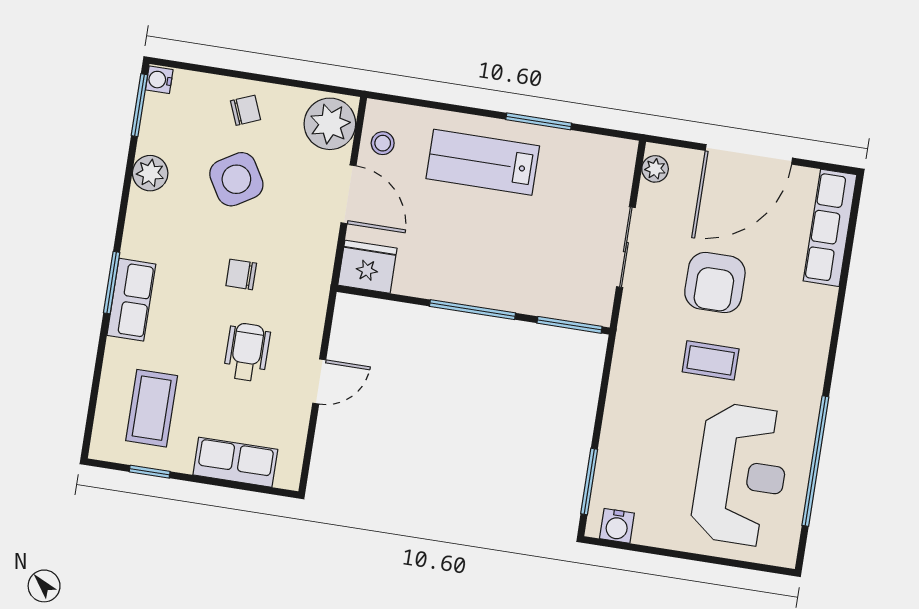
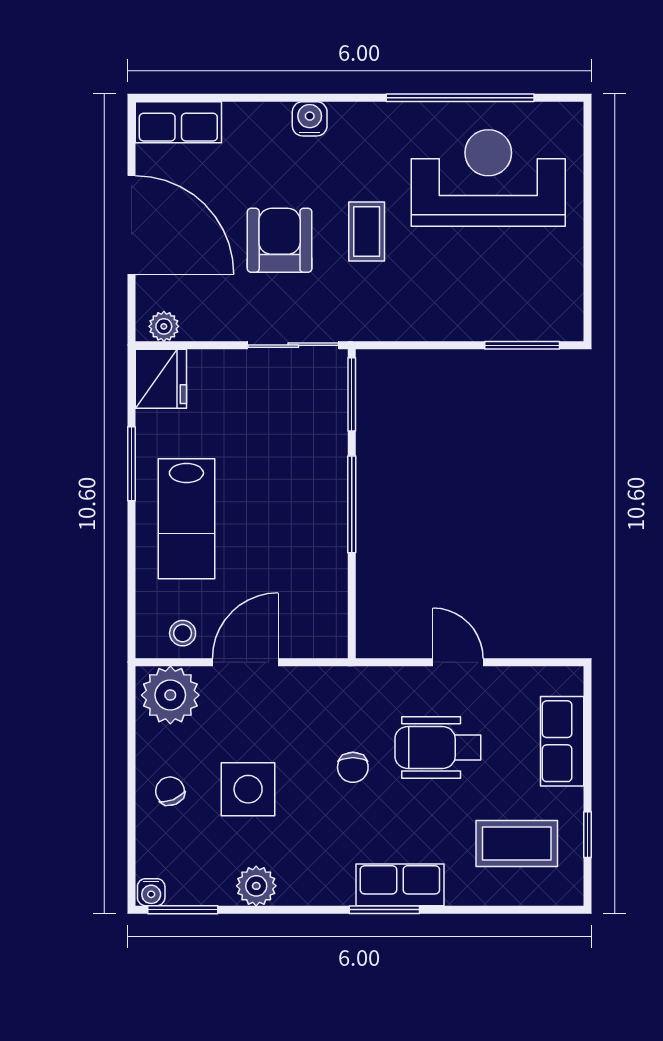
side table: (236, 179) -> (248, 789), turned 31
row of seats: (830, 228) -> (178, 122), width x0.68
sliding door: (626, 247) -> (293, 345), moved
fridge: (367, 267) -> (161, 379), moved, turned 180
armchair: (715, 283) -> (280, 240), turned -90
wheelchair: (247, 352) -> (438, 747), width x1.36, depth x1.37
water cooler: (617, 526) -> (310, 119), moved, turned -90

